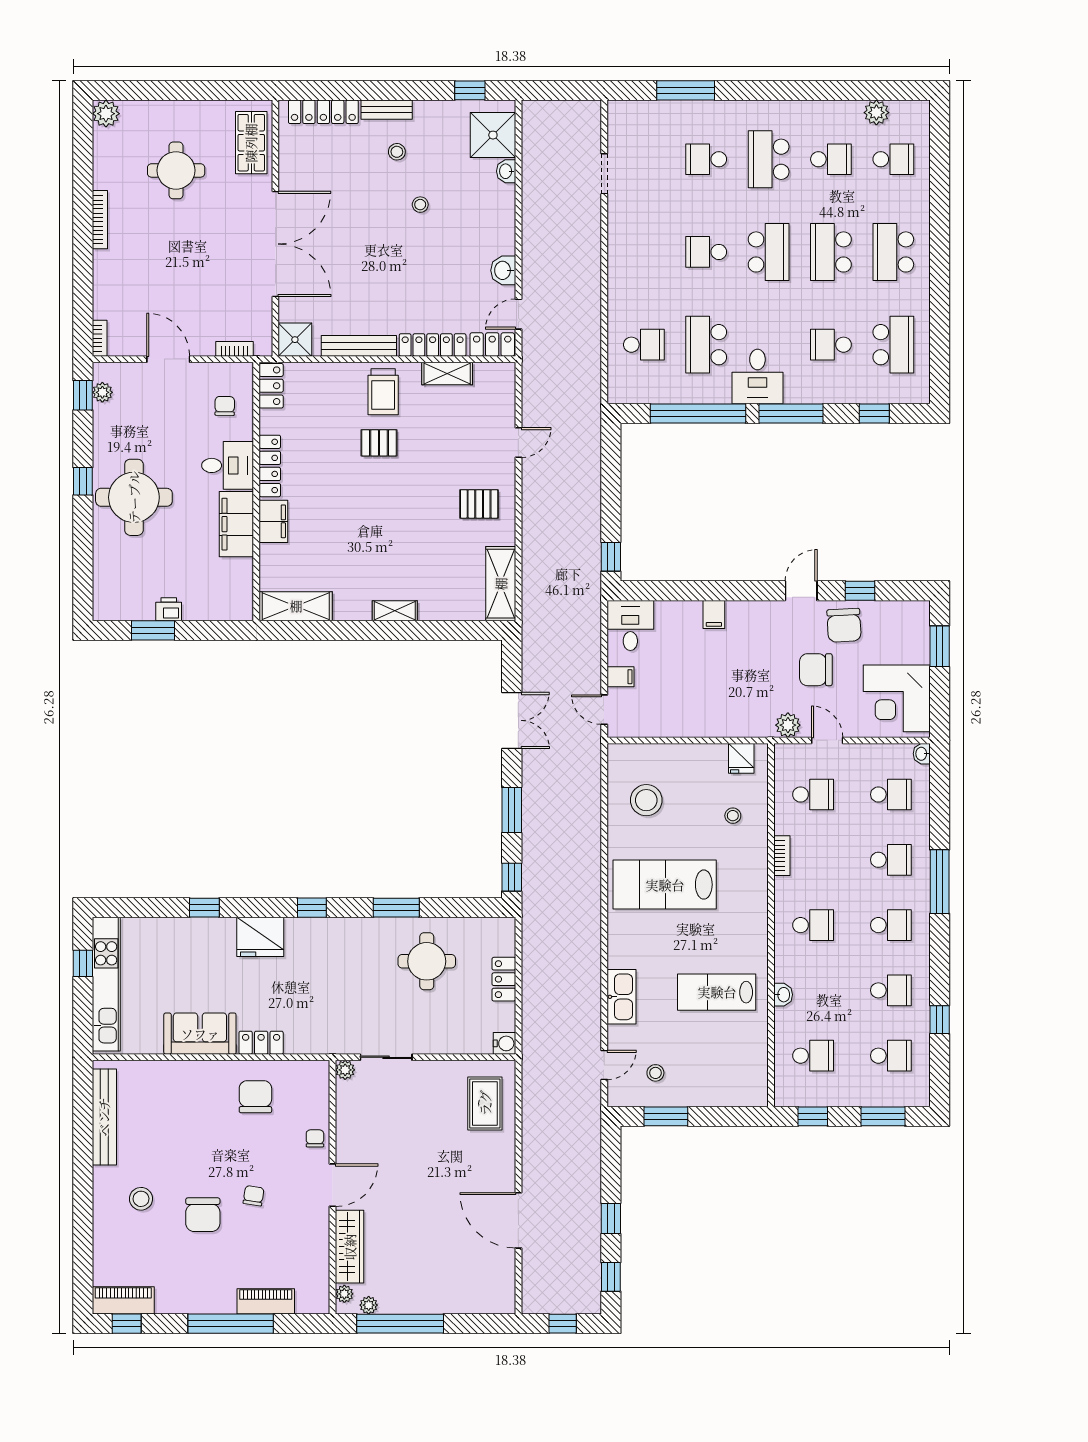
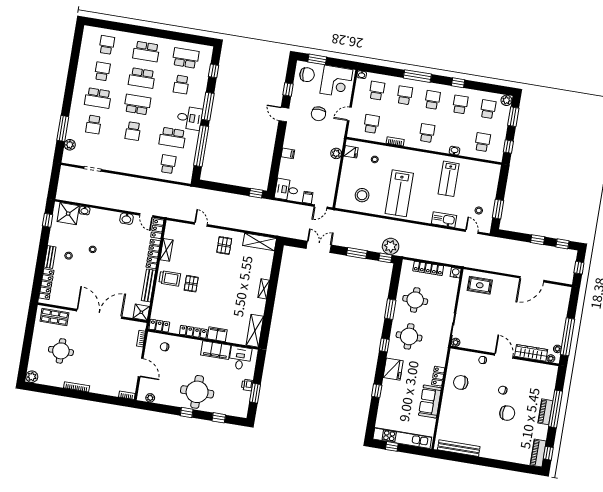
plant: (876, 113) -> (70, 145), moved
door: (168, 359) -> (141, 368), swing flipped
window: (83, 395) -> (219, 418), moved
desk: (228, 465) -> (240, 358), moved
chair: (844, 625) -> (307, 75), moved
plant: (788, 725) -> (336, 153), moved
plant: (540, 885) -> (391, 246), added
round table: (341, 961) -> (409, 336), added
locker: (504, 979) -> (428, 268), width x1.53
window: (940, 1020) -> (458, 83), moved
plant: (918, 1095) -> (506, 100), added
stool: (141, 1199) -> (496, 438), removed
piano: (266, 1301) -> (545, 412), moved

